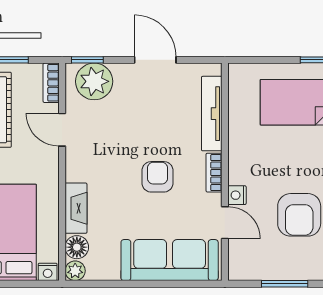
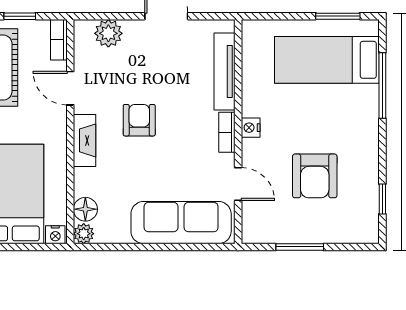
window: (87, 60) -> (96, 16), removed
plant: (94, 81) -> (108, 33), width x0.73, depth x0.73
armchair: (158, 177) -> (139, 120), moved
nightstand: (237, 195) -> (251, 128), moved
fireplace: (76, 208) -> (85, 140), moved

